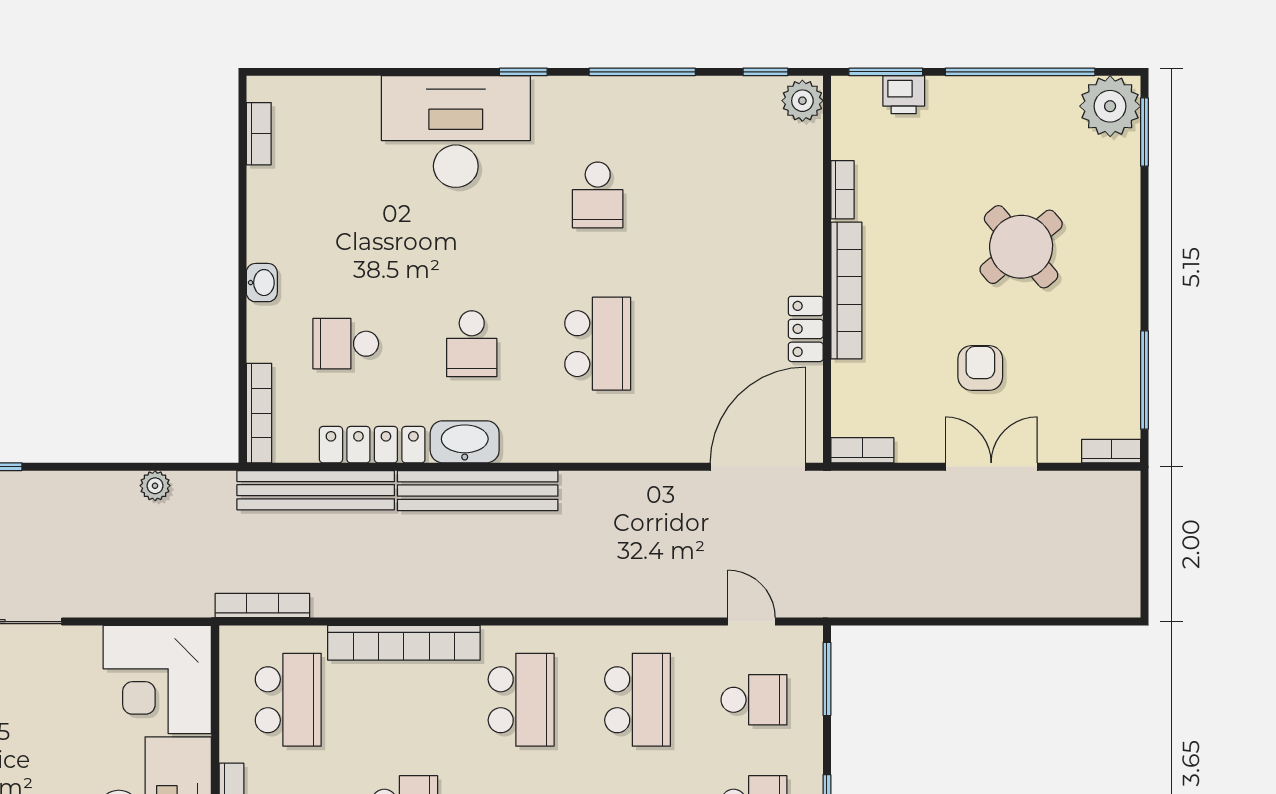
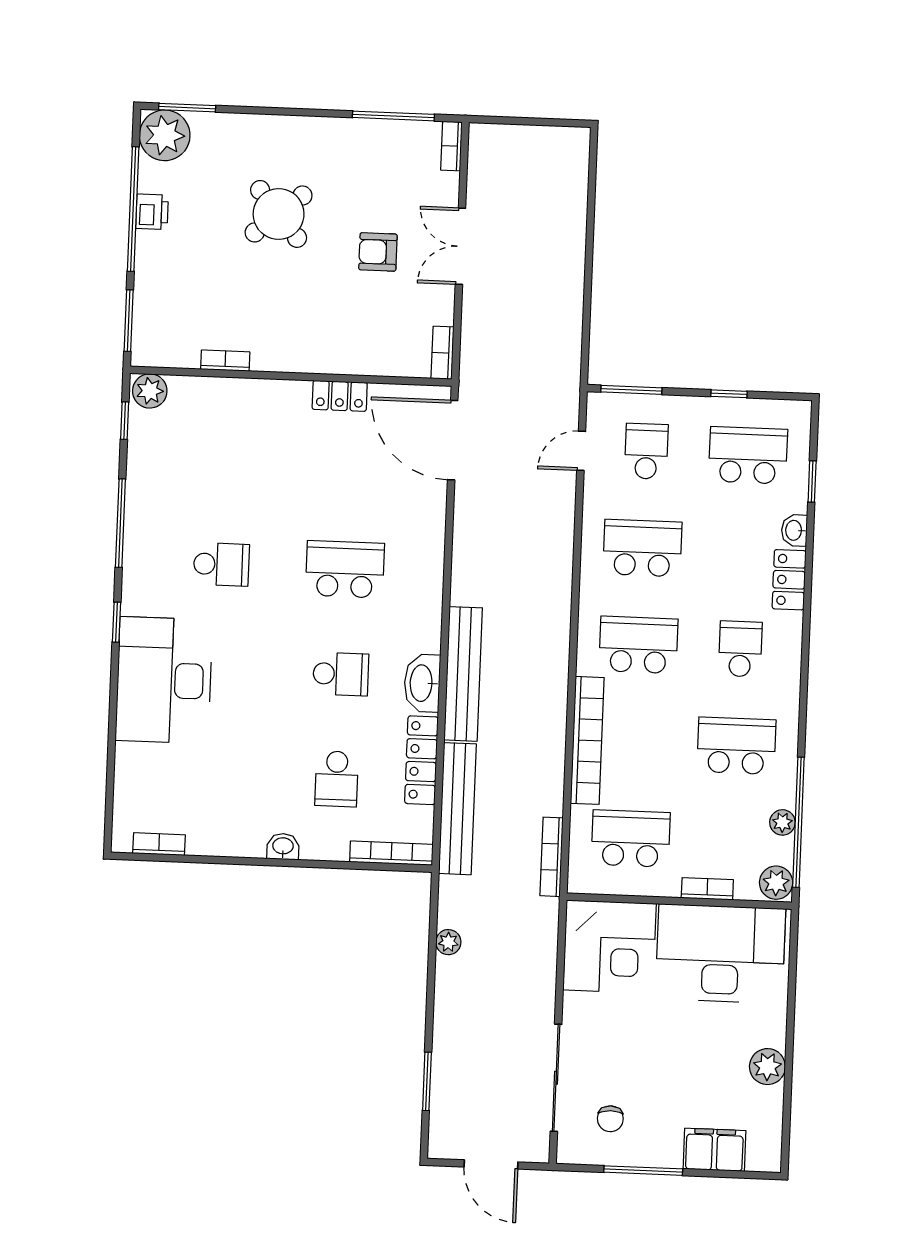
printer: (904, 95) -> (152, 212), moved
bookcase: (846, 290) -> (309, 361), removed

